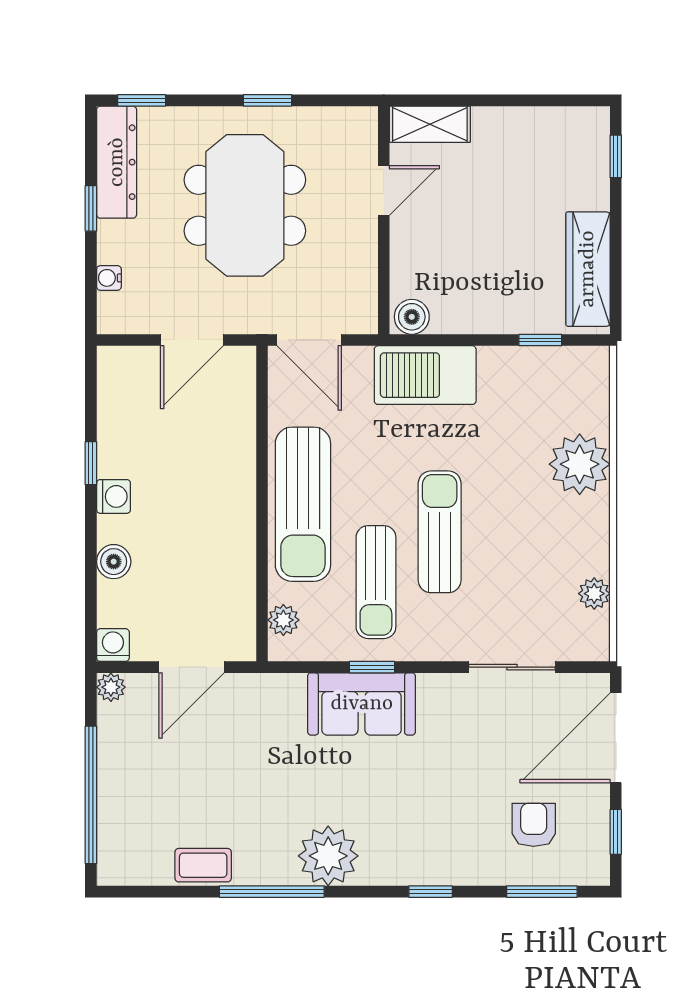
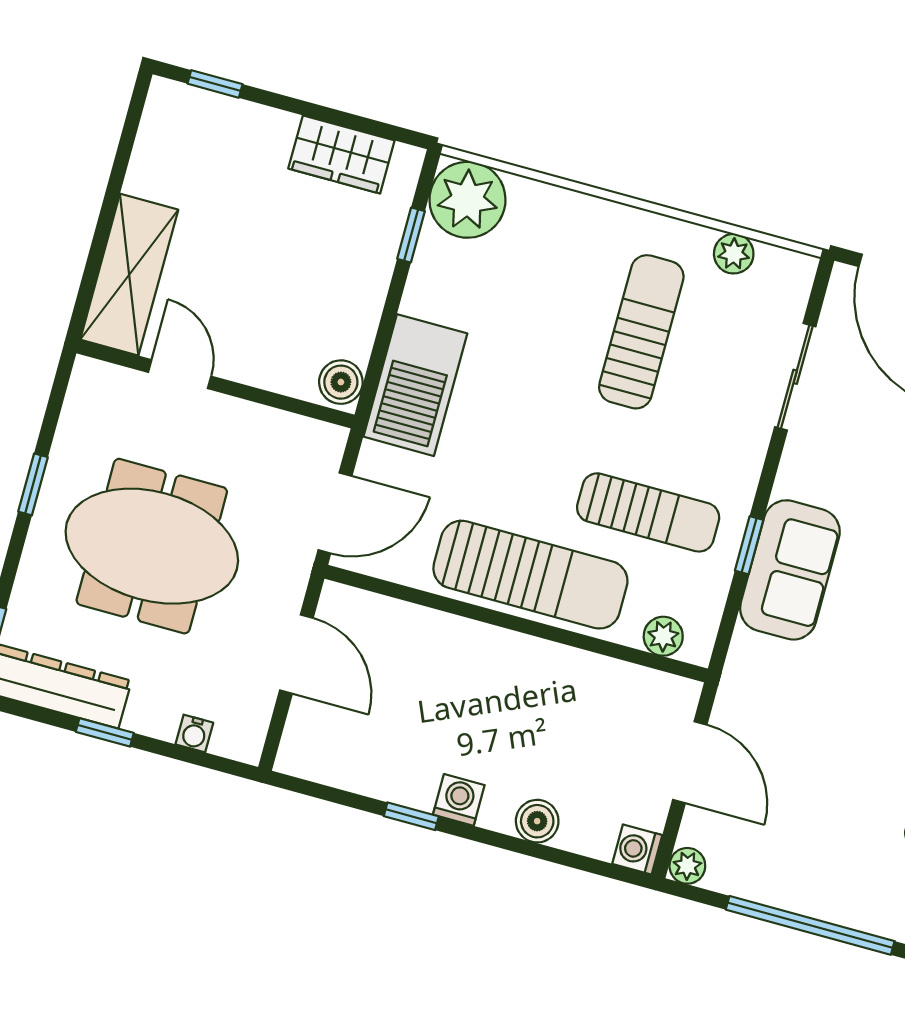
shelving: (430, 124) -> (129, 275), width x1.50, depth x1.33
wardrobe: (588, 269) -> (341, 154), width x0.67
plant: (580, 464) -> (467, 200), moved
sun lounger: (440, 532) -> (641, 332), moved, turned 90

